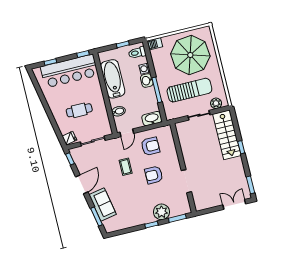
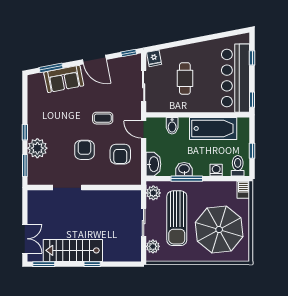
washbasin: (147, 80) -> (184, 169), moved
plant: (174, 113) -> (153, 193), added
stairs: (227, 135) -> (73, 250), moved

